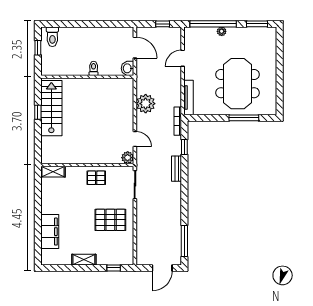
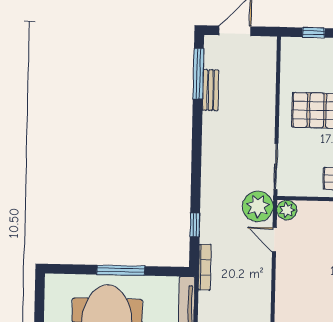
plant: (146, 104) -> (258, 206), moved
window: (244, 118) -> (121, 270), moved
bench: (177, 169) -> (211, 90), moved

